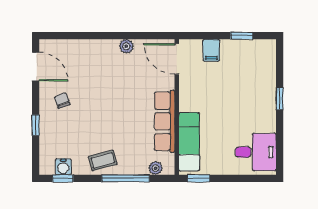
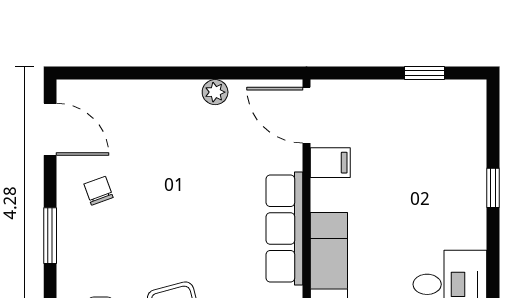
filing cabinet: (211, 50) -> (330, 163), moved, turned -90
window: (36, 125) -> (50, 236), width x1.50

